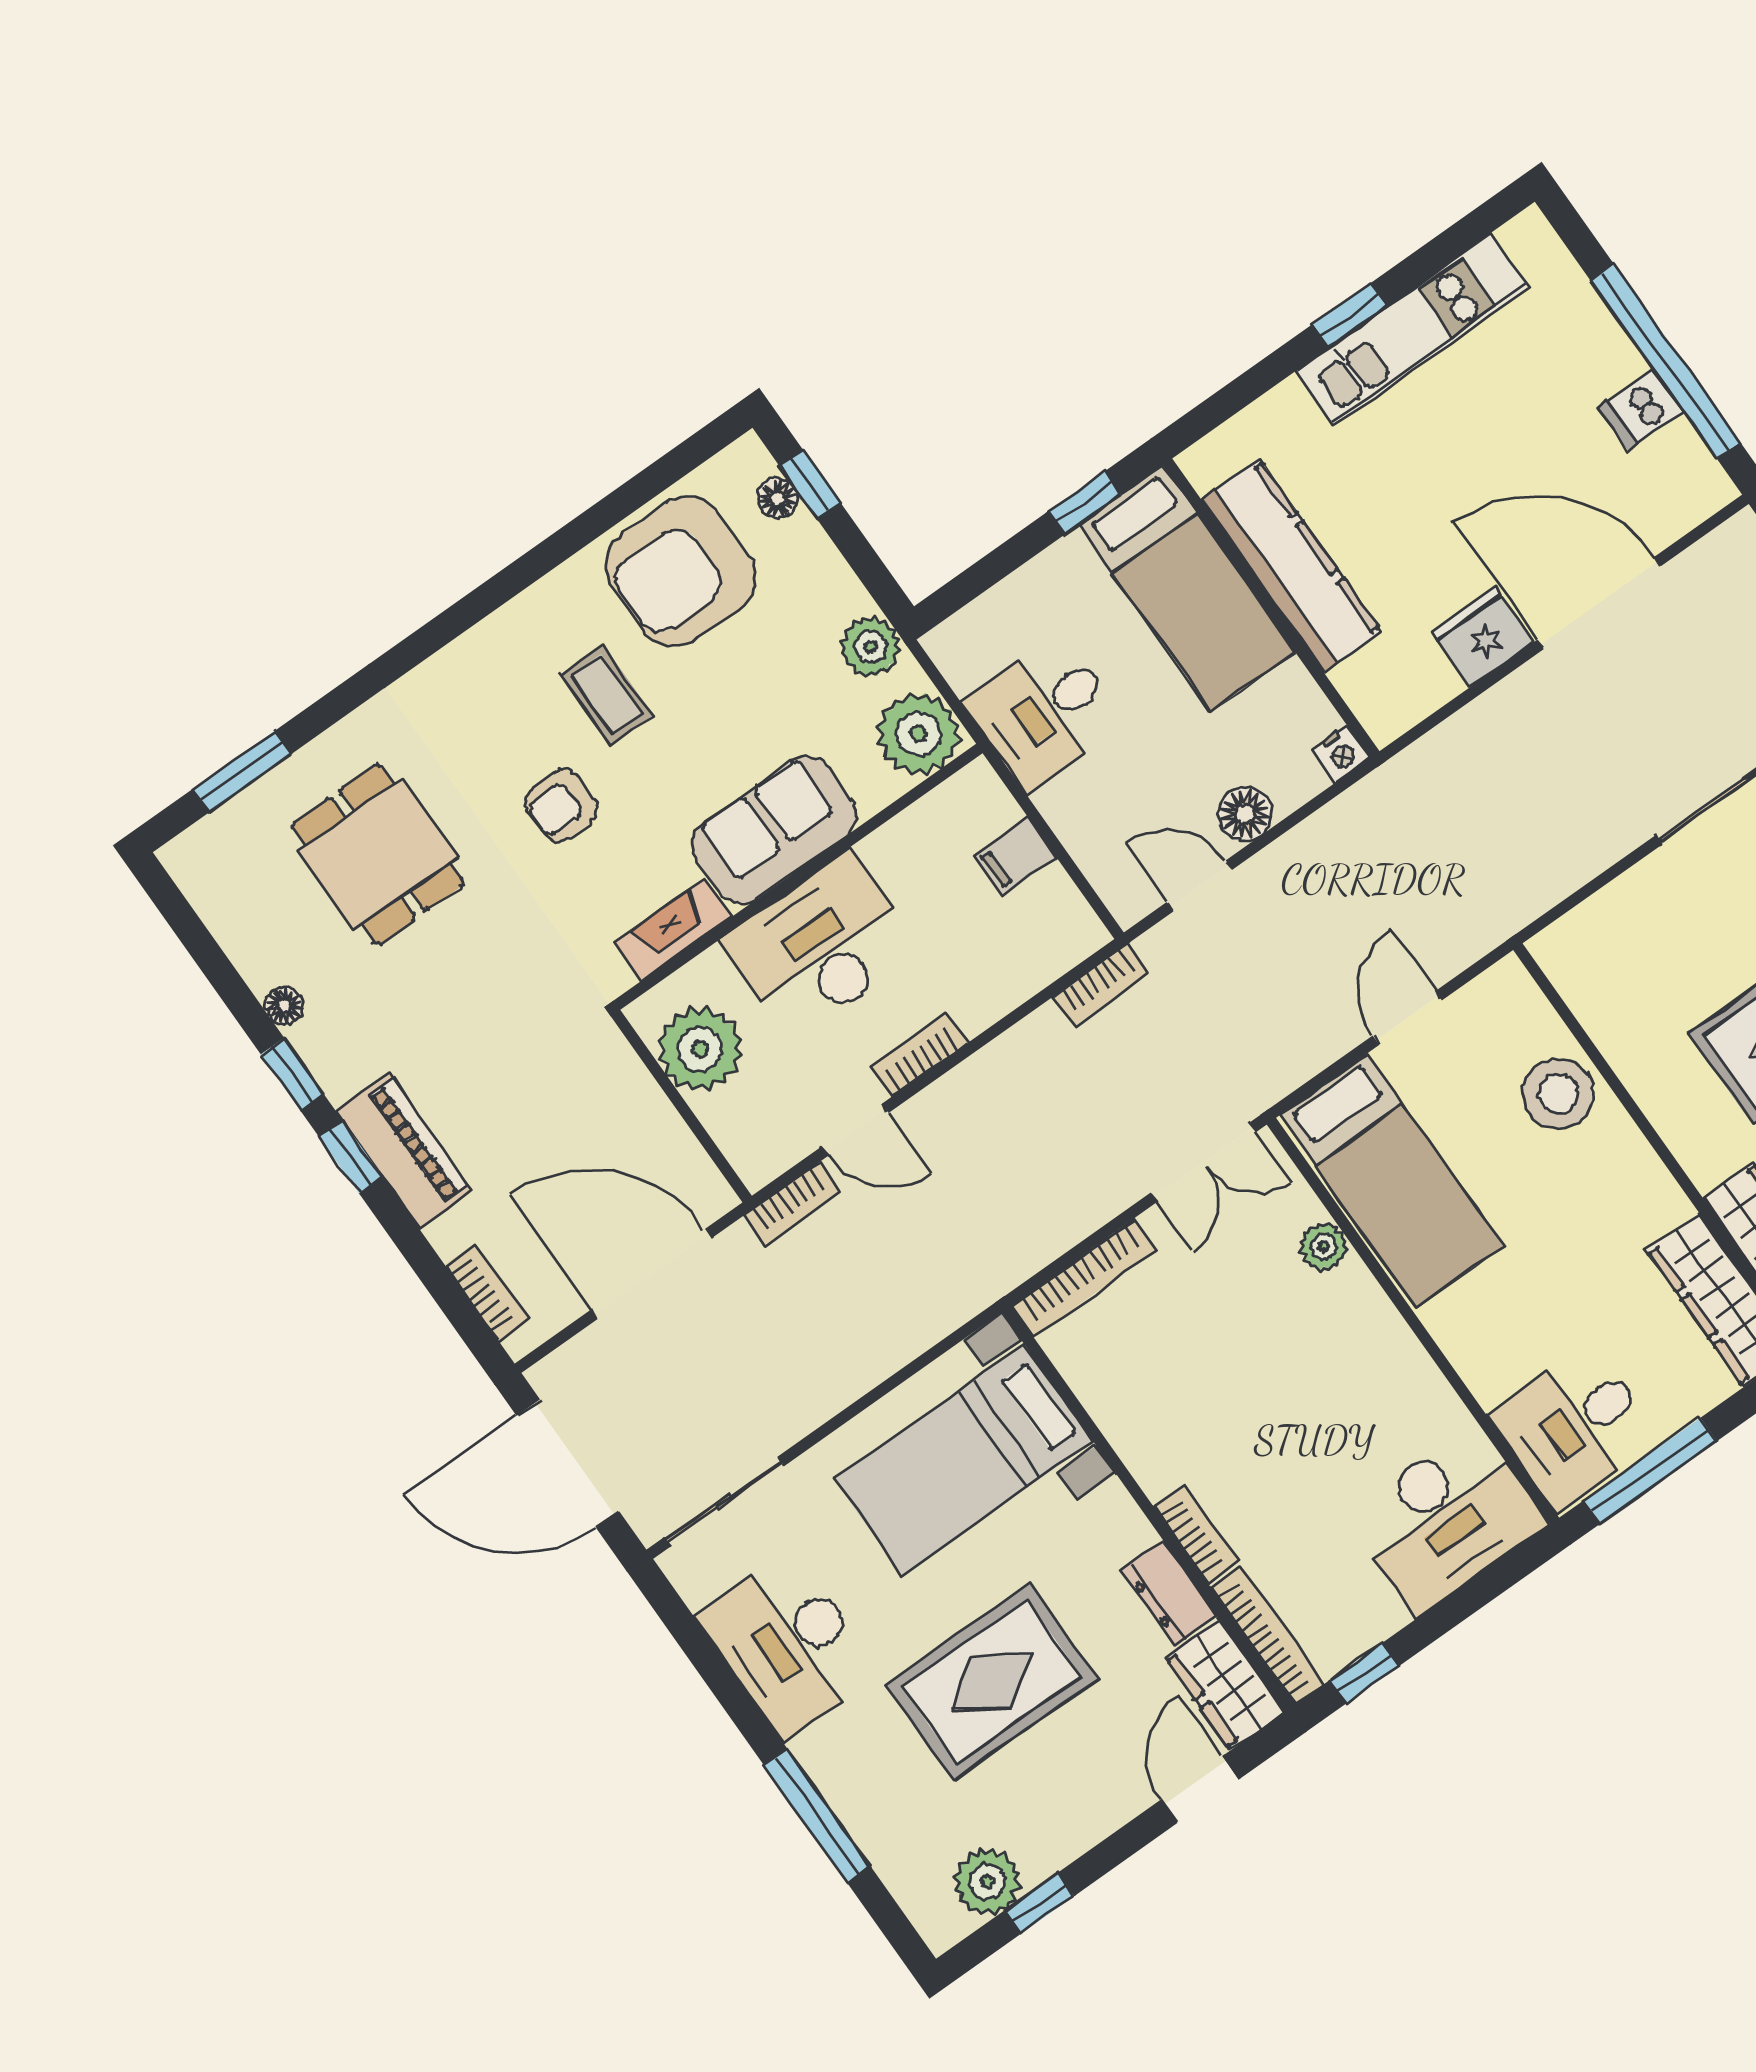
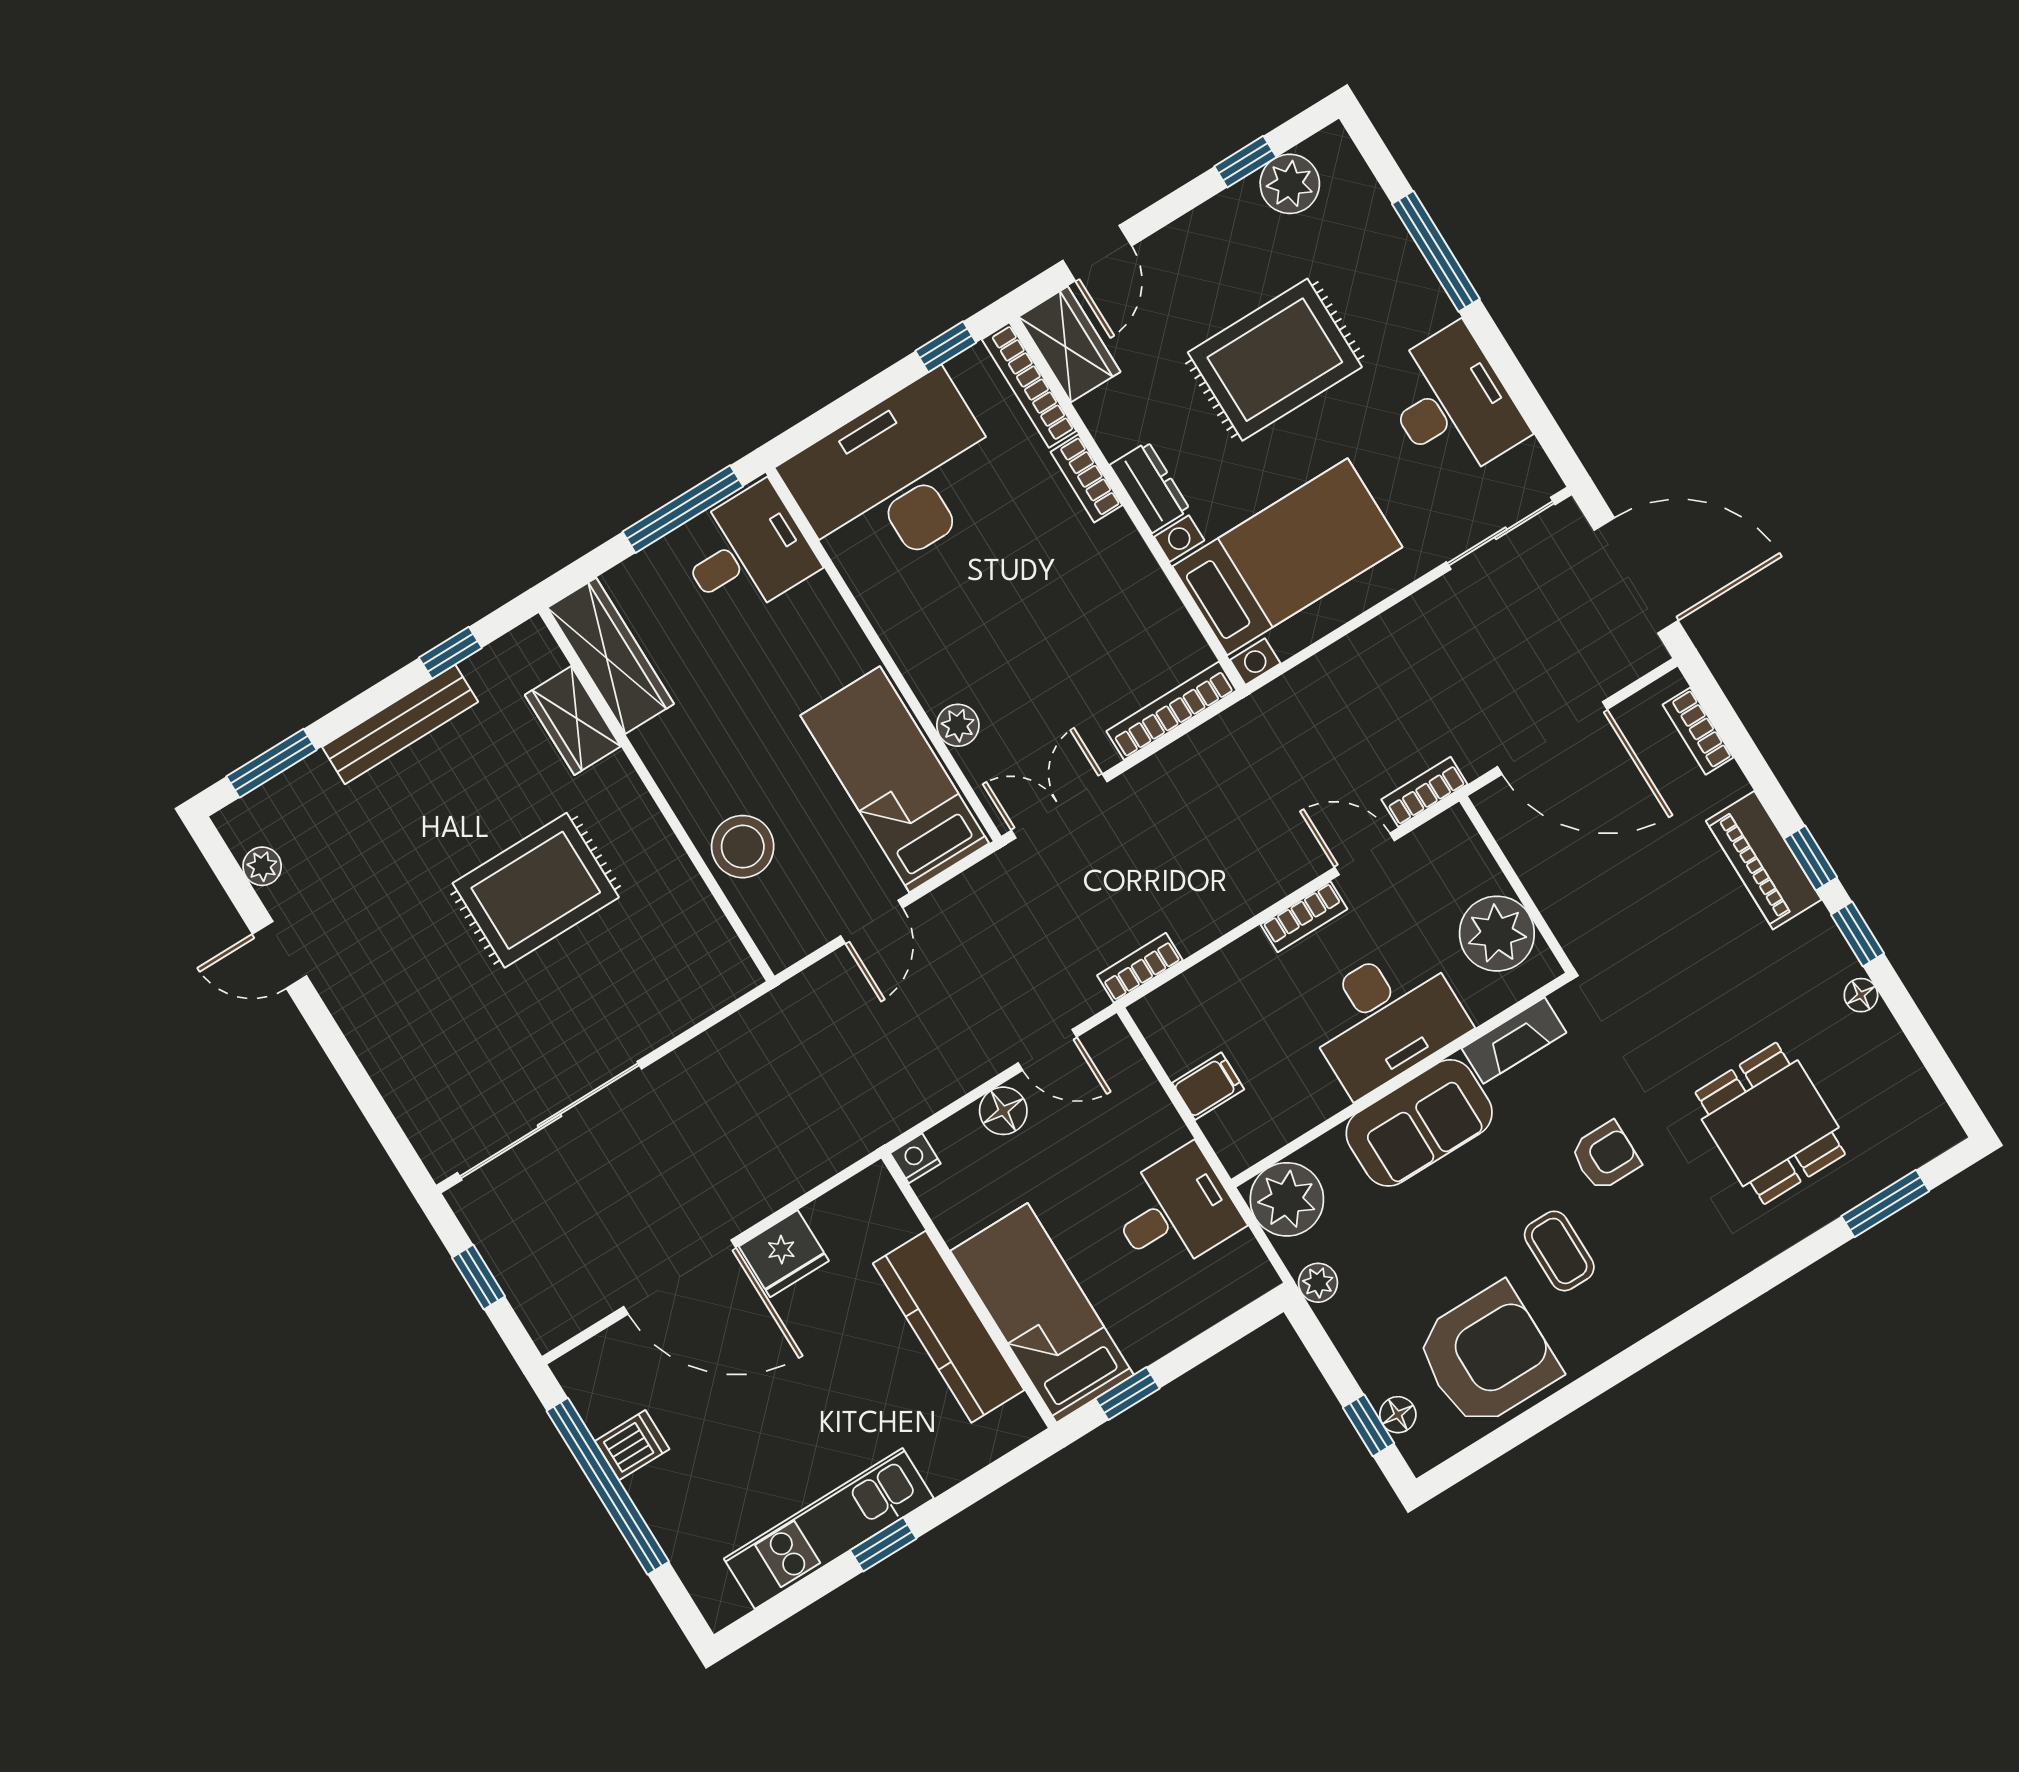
plant: (870, 647) -> (1318, 1283), width x0.73, depth x0.73
desk: (1446, 1519) -> (896, 479), width x1.36, depth x1.30
dresser: (1169, 1593) -> (1150, 487), moved

